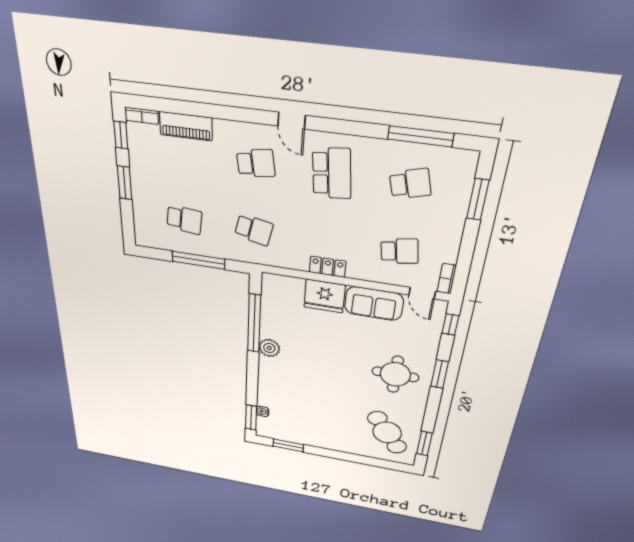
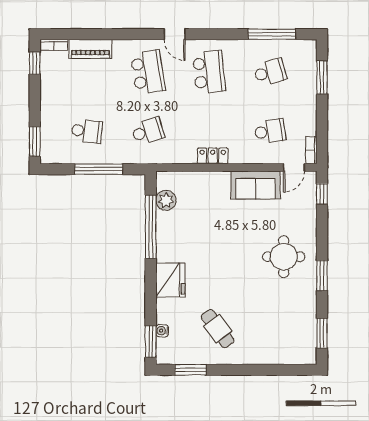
school desk: (256, 163) -> (148, 72), width x1.85
window: (125, 183) -> (35, 141), moved
school desk: (254, 230) -> (148, 131), turned -30
door: (422, 293) -> (294, 167), hinge flipped
fridge: (325, 296) -> (170, 280), moved, turned -90
plant: (269, 348) -> (166, 200), moved
window: (440, 374) -> (322, 276), moved
cafe table: (387, 432) -> (218, 329), moved, width x0.73, depth x0.74

